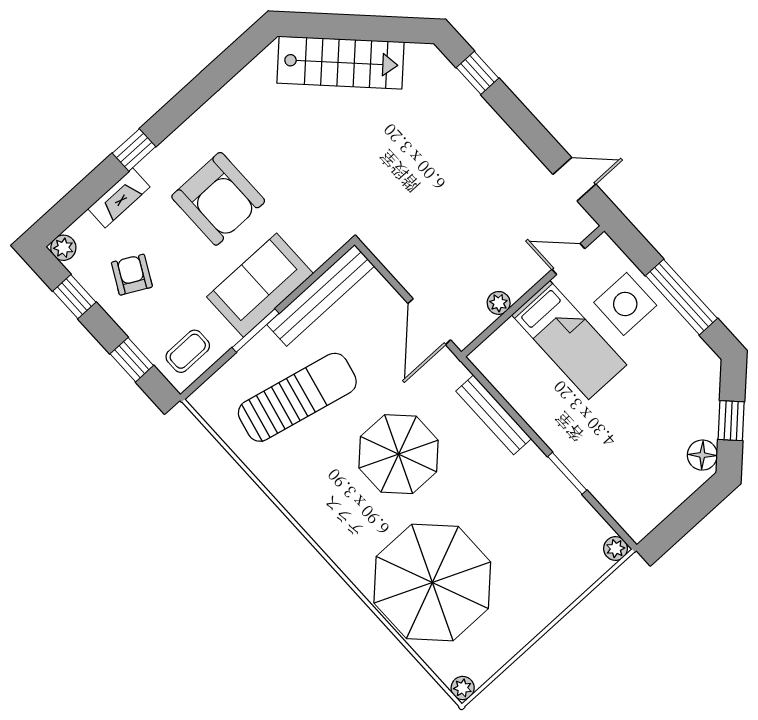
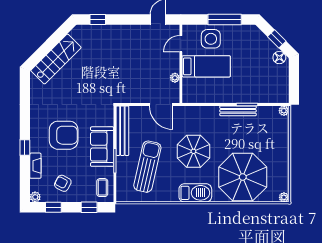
bench: (494, 415) -> (238, 111), moved
barbecue: (328, 524) -> (195, 193), added

